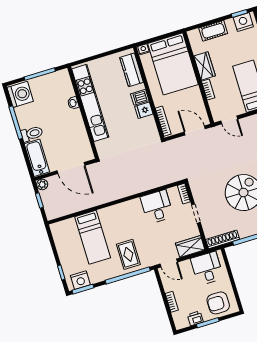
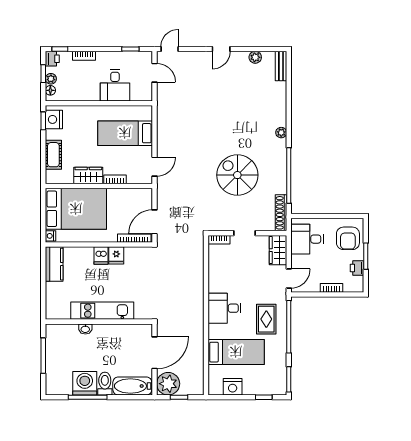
kitchen counter: (132, 70) -> (54, 264), moved, turned -90
washing machine: (20, 94) -> (85, 383), moved
kitchen unit: (90, 103) -> (102, 311), width x0.73
door: (195, 130) -> (155, 222), moved
plant: (42, 184) -> (168, 384), width x1.88, depth x1.88
desk: (157, 207) -> (224, 308), moved
rug: (128, 254) -> (266, 319), turned 90
nightstand: (80, 280) -> (233, 387), moved, turned 90

